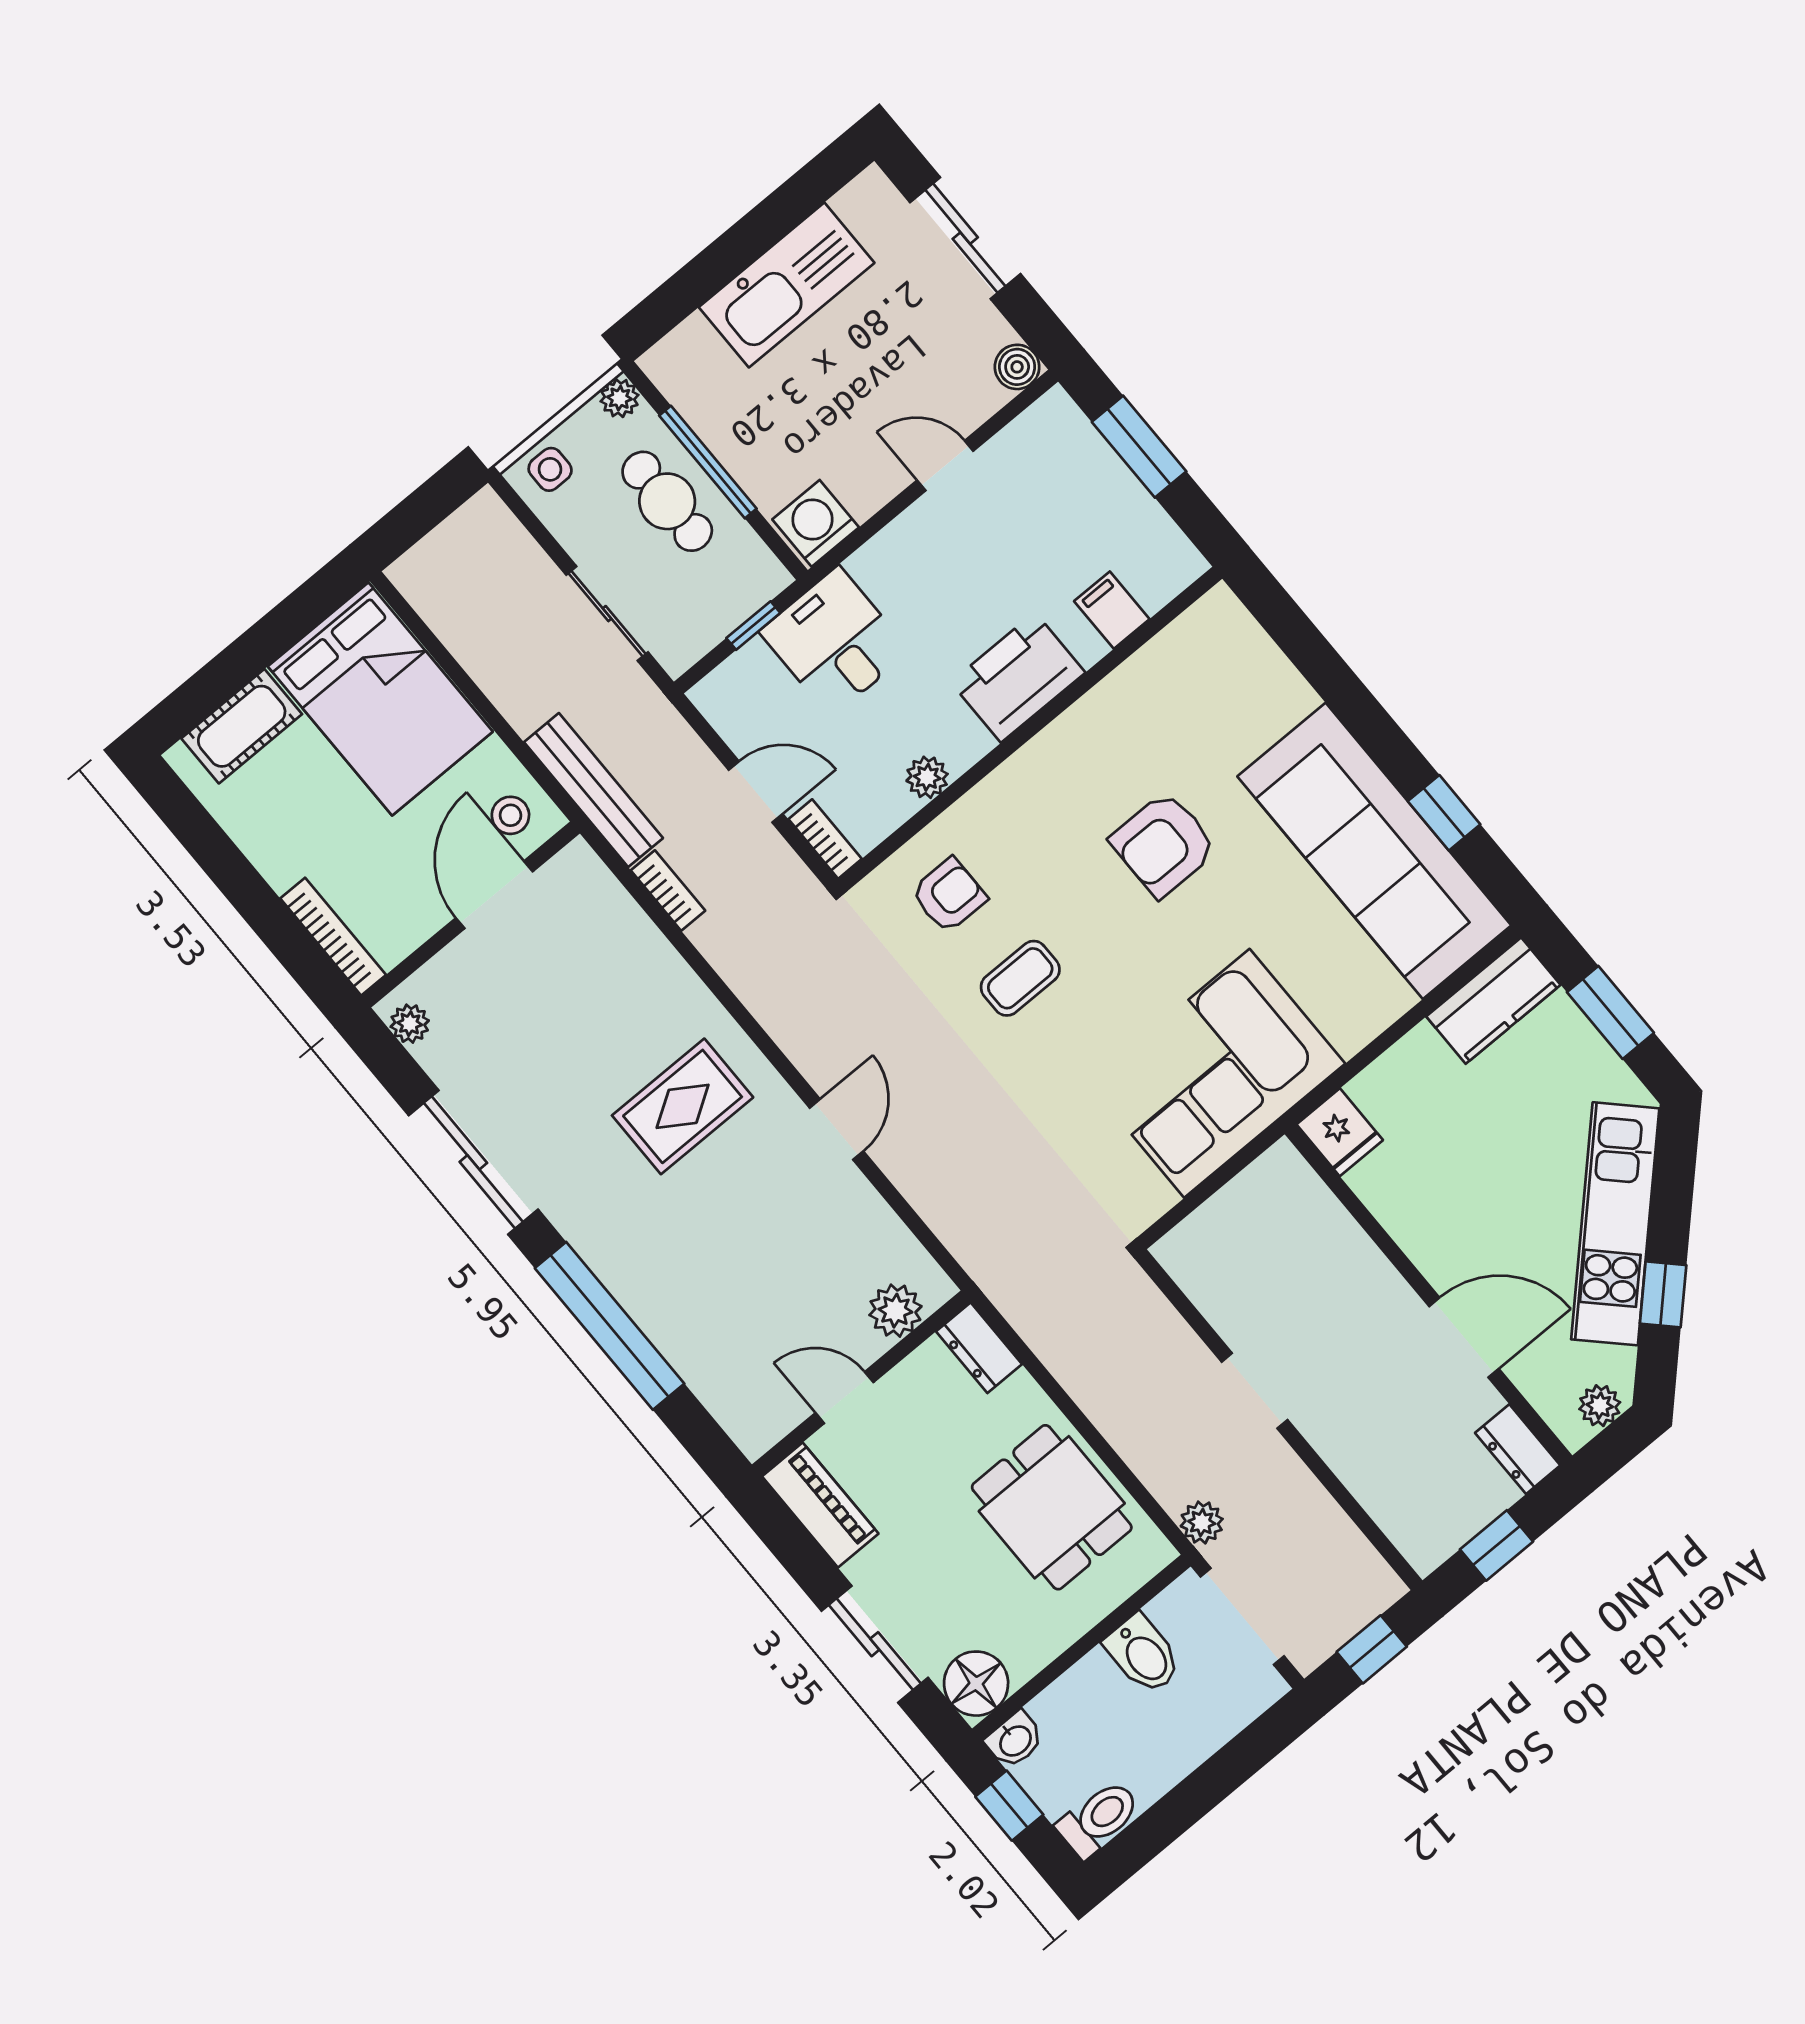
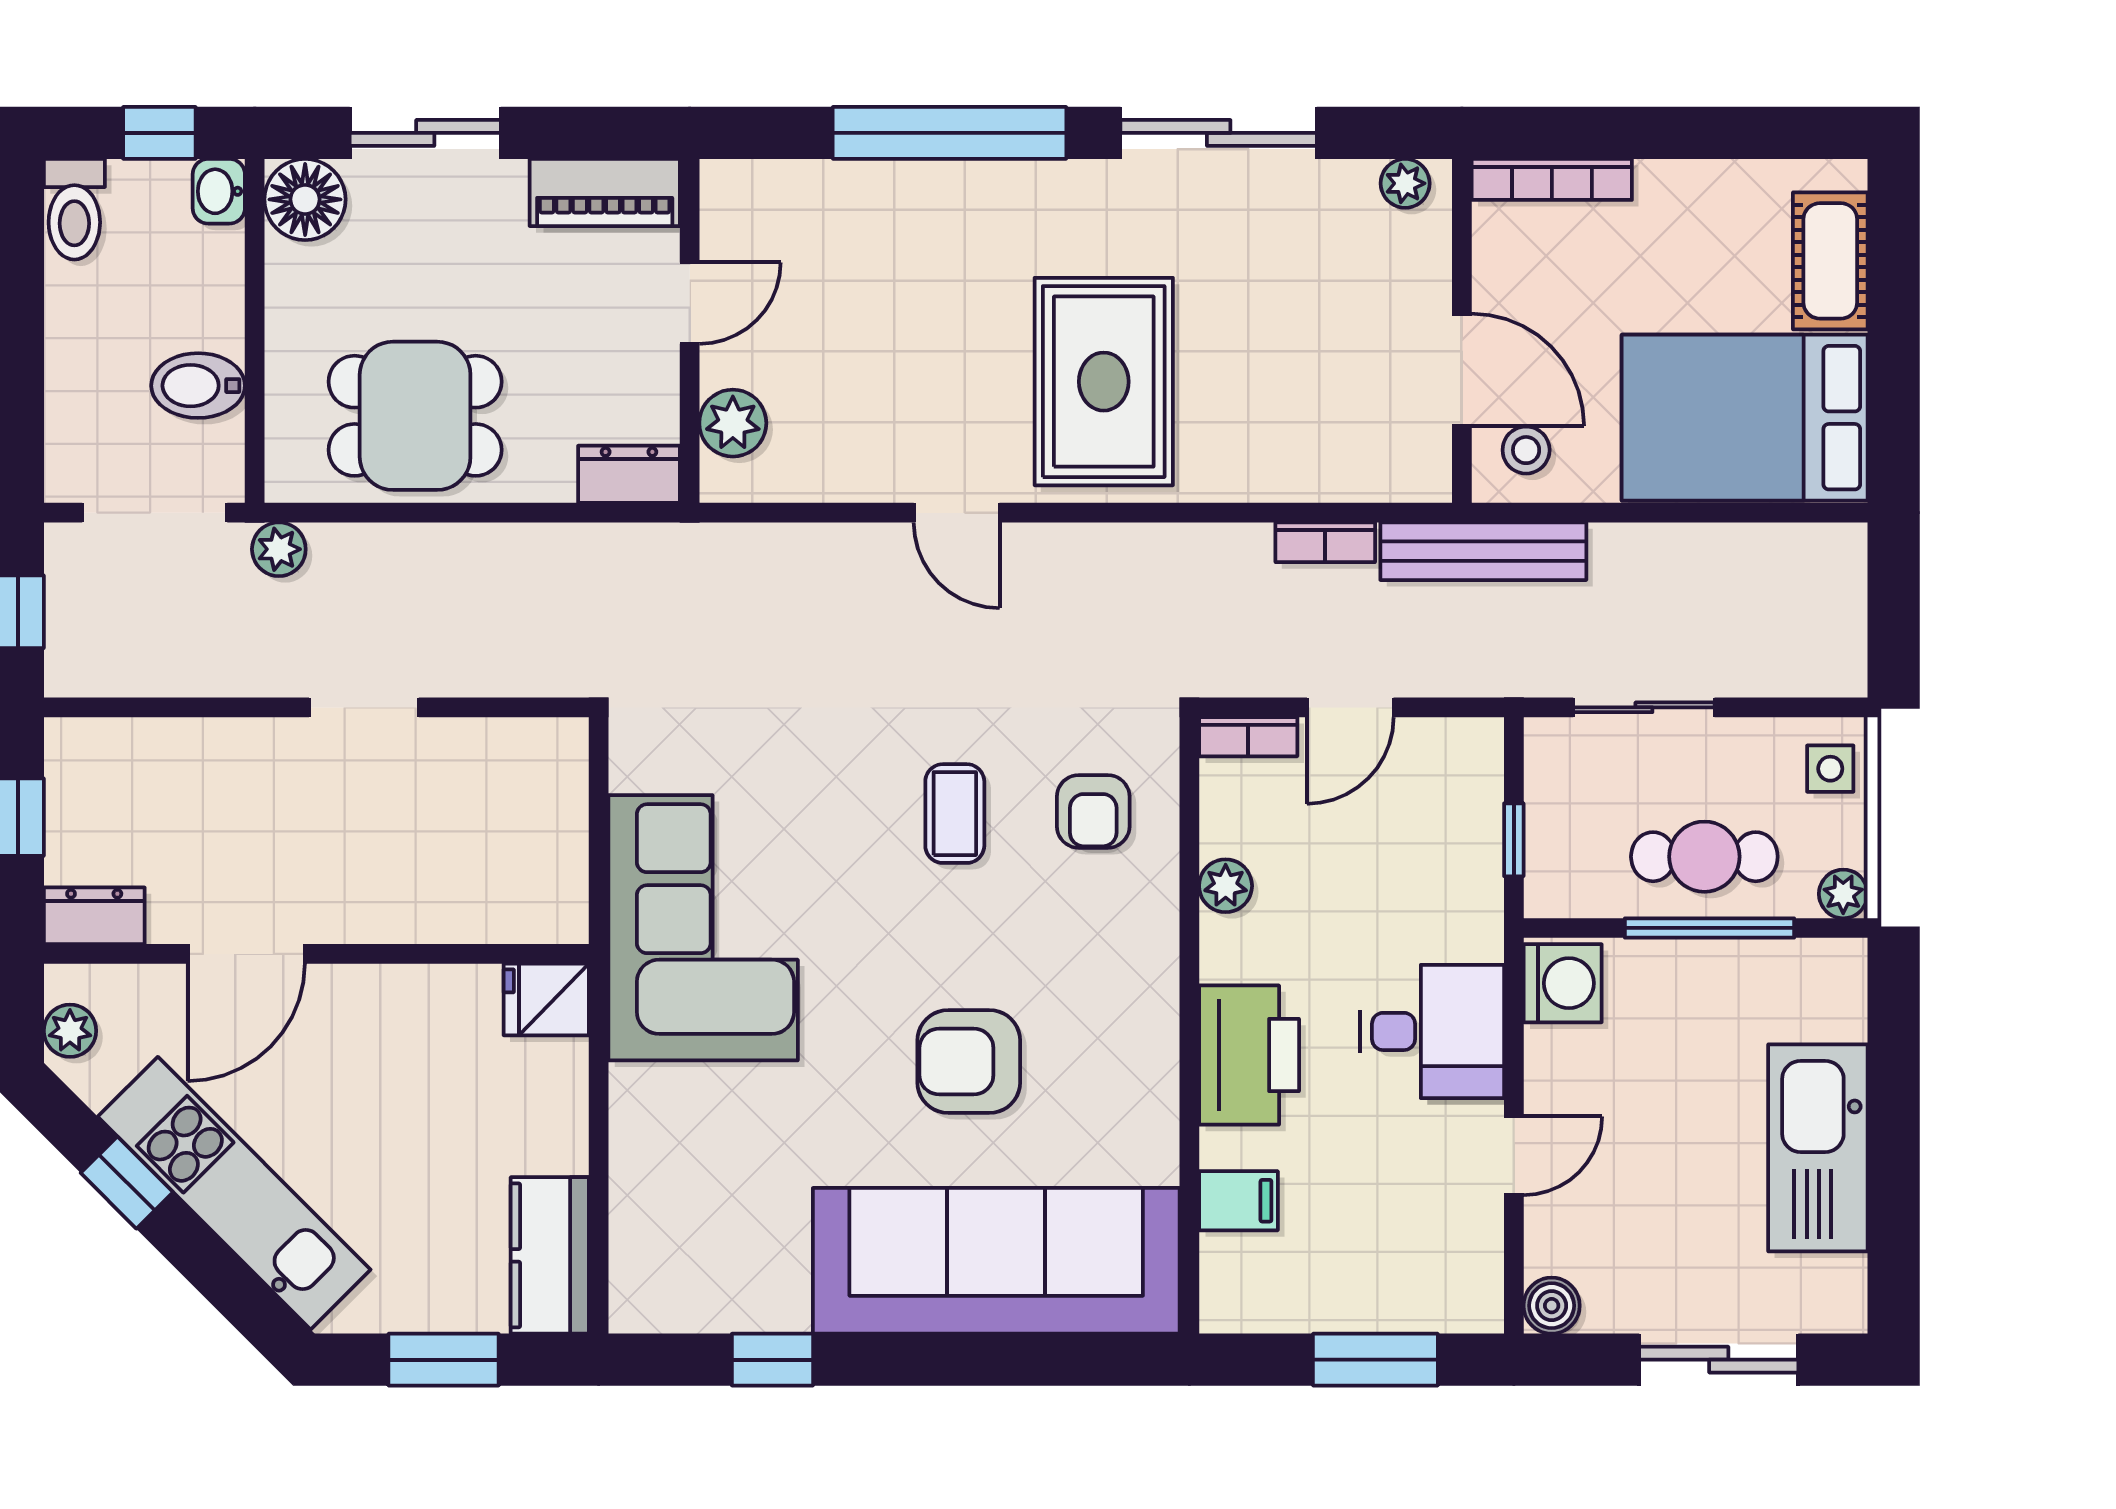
desk: (835, 642) -> (1432, 1031), moved
armchair: (1164, 844) -> (969, 1061), turned -90
sofa: (1374, 851) -> (996, 1261), moved
rug: (683, 1106) -> (1104, 382), width x1.36, depth x1.43

